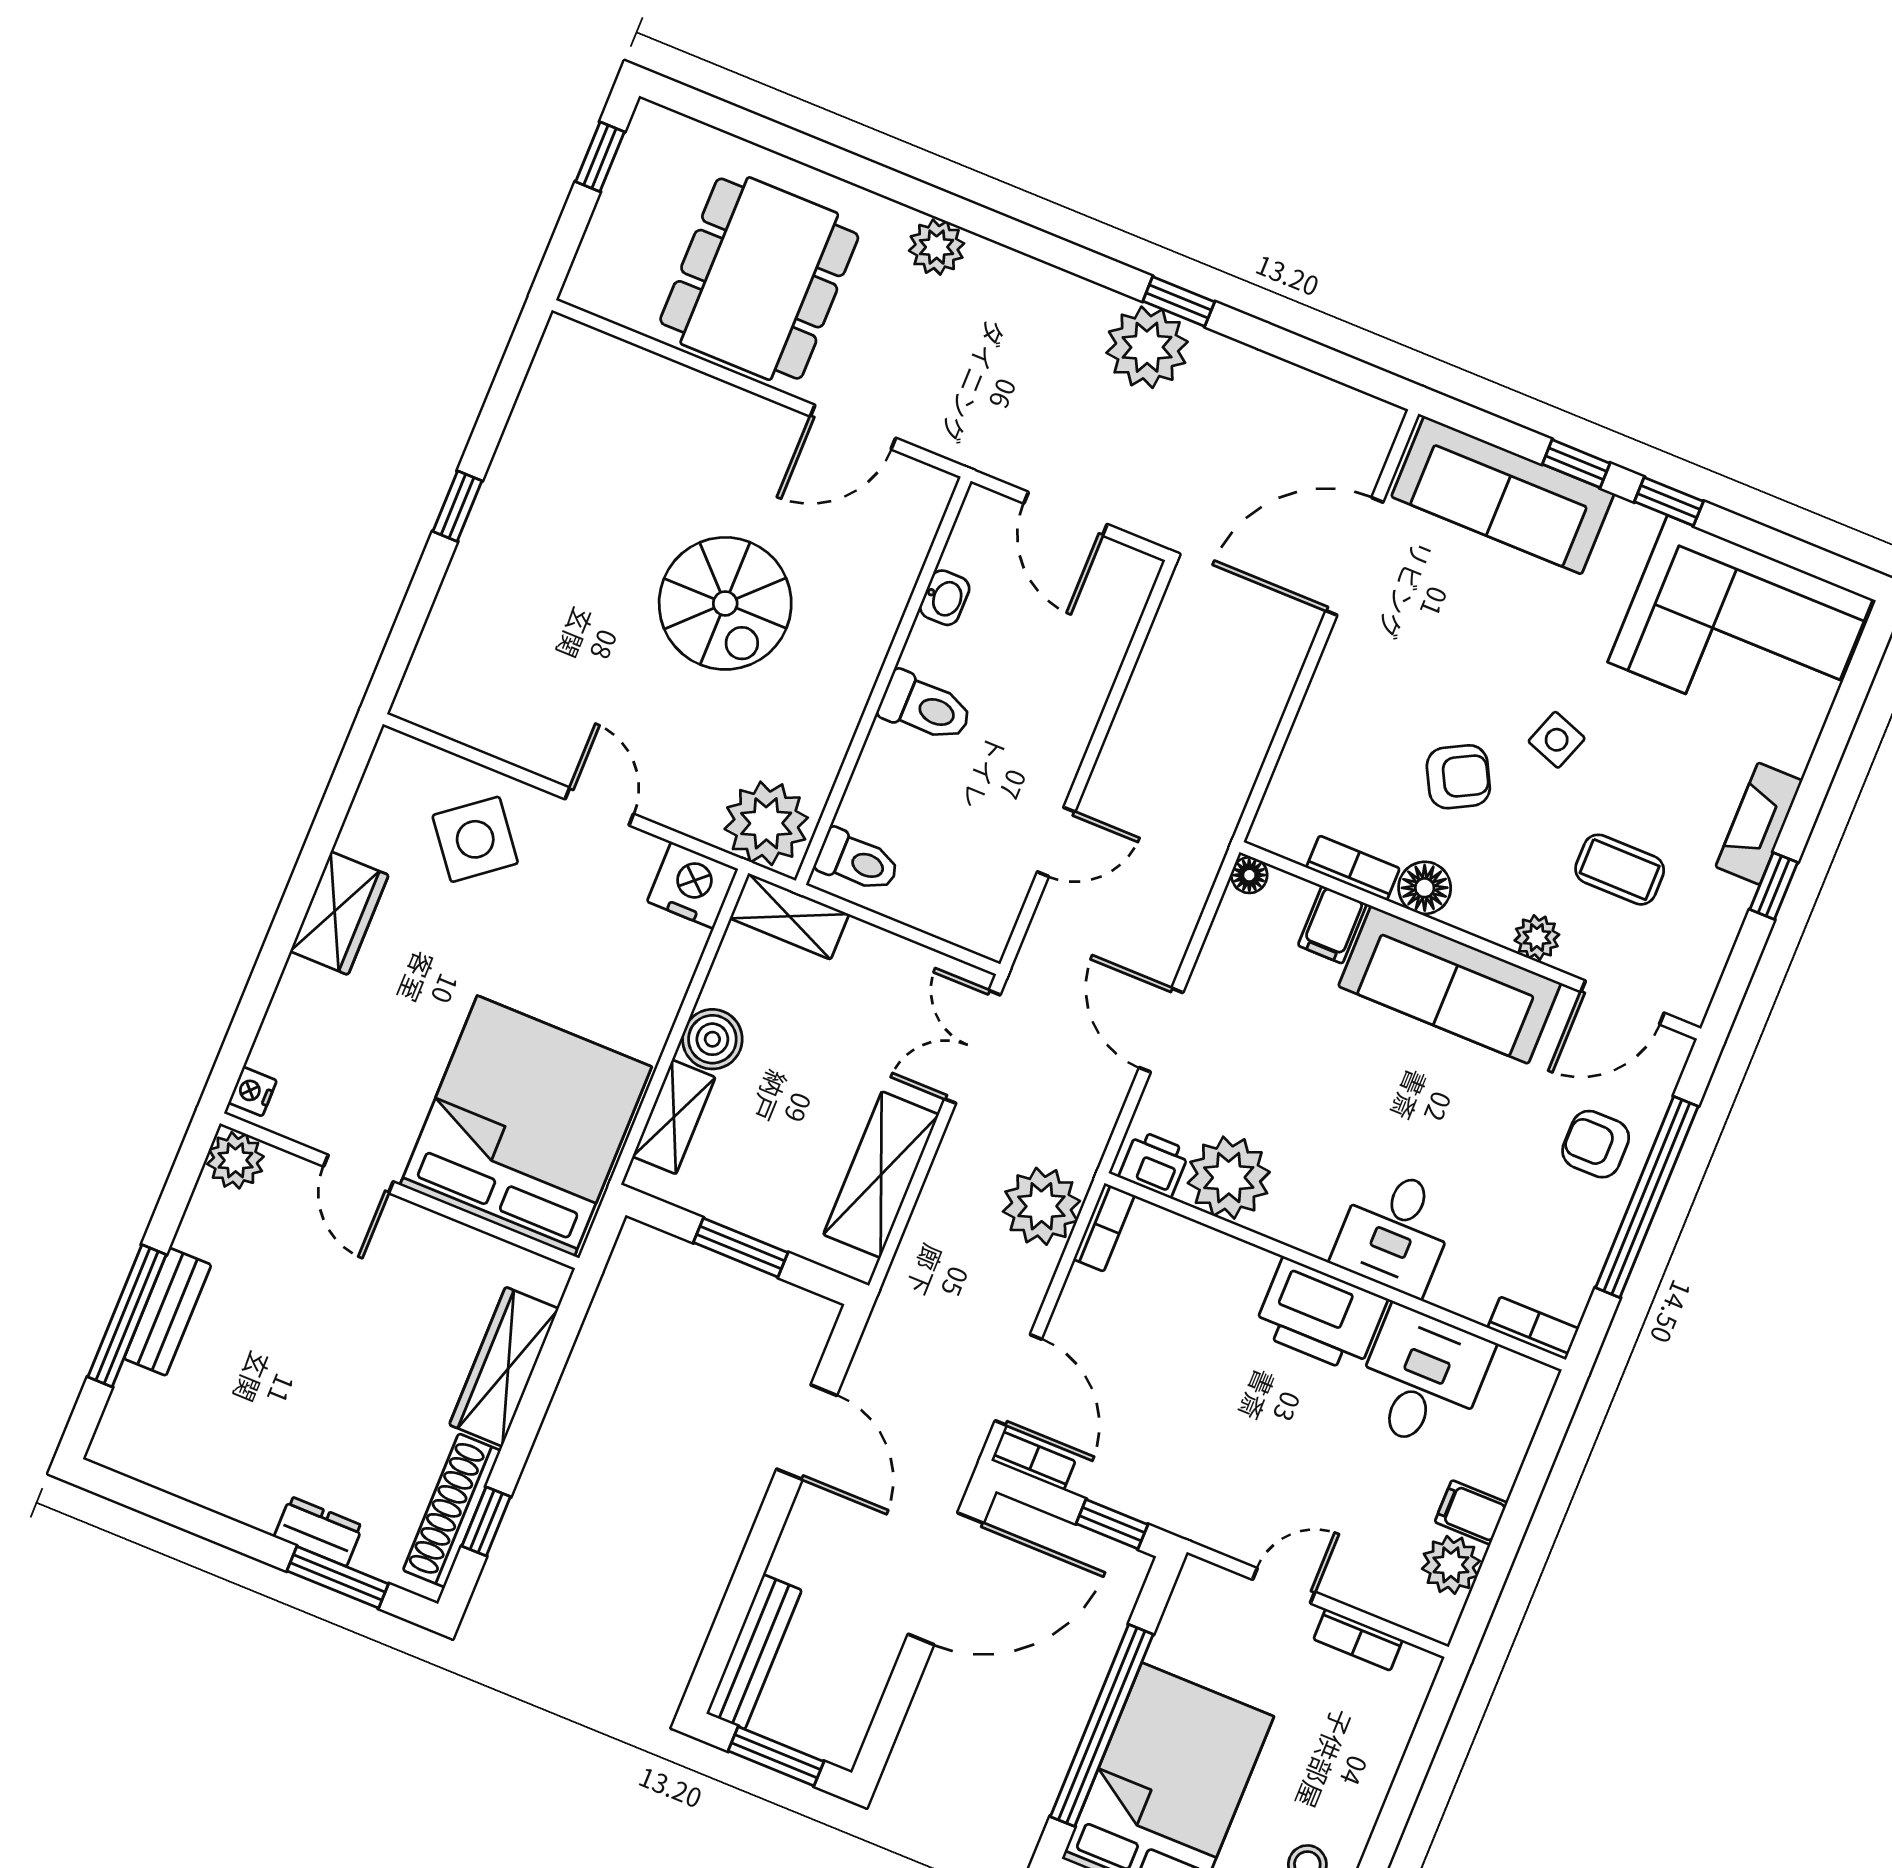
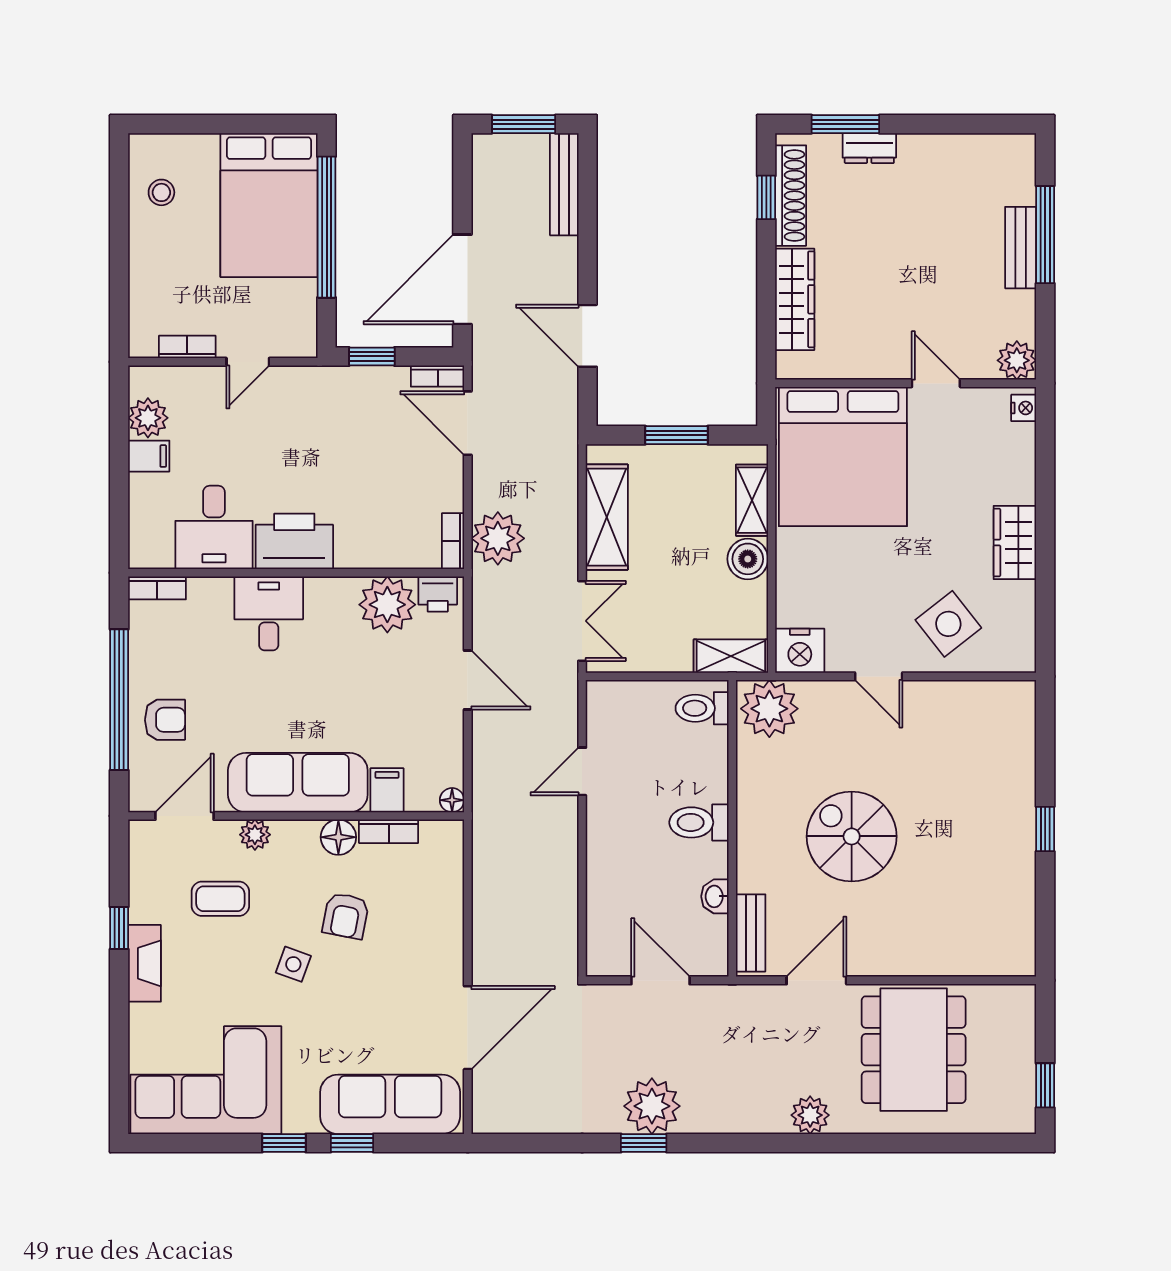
bench: (916, 528) -> (751, 933), added
armchair: (1458, 777) -> (346, 916), turned -51

